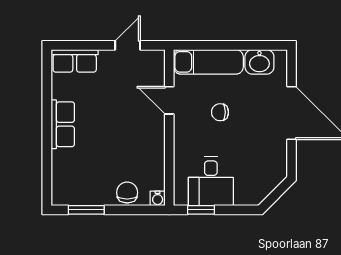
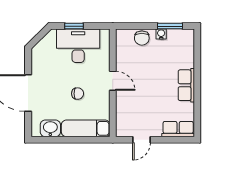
door: (169, 100) -> (113, 81), moved
desk: (211, 181) -> (78, 46), width x1.37
water cooler: (158, 198) -> (161, 34), moved
window: (201, 210) -> (74, 26), moved

